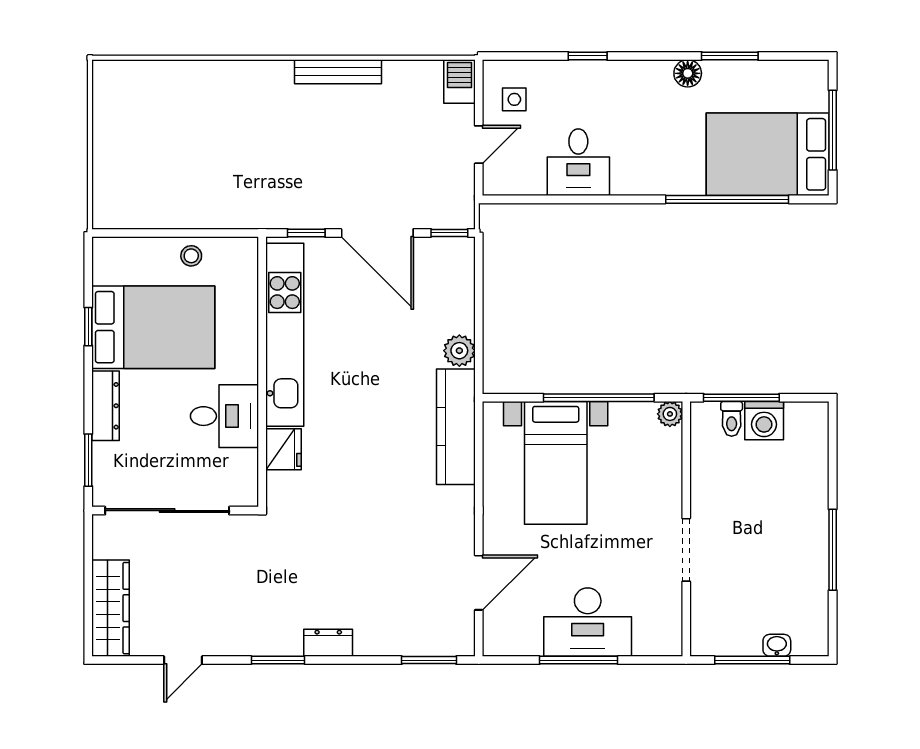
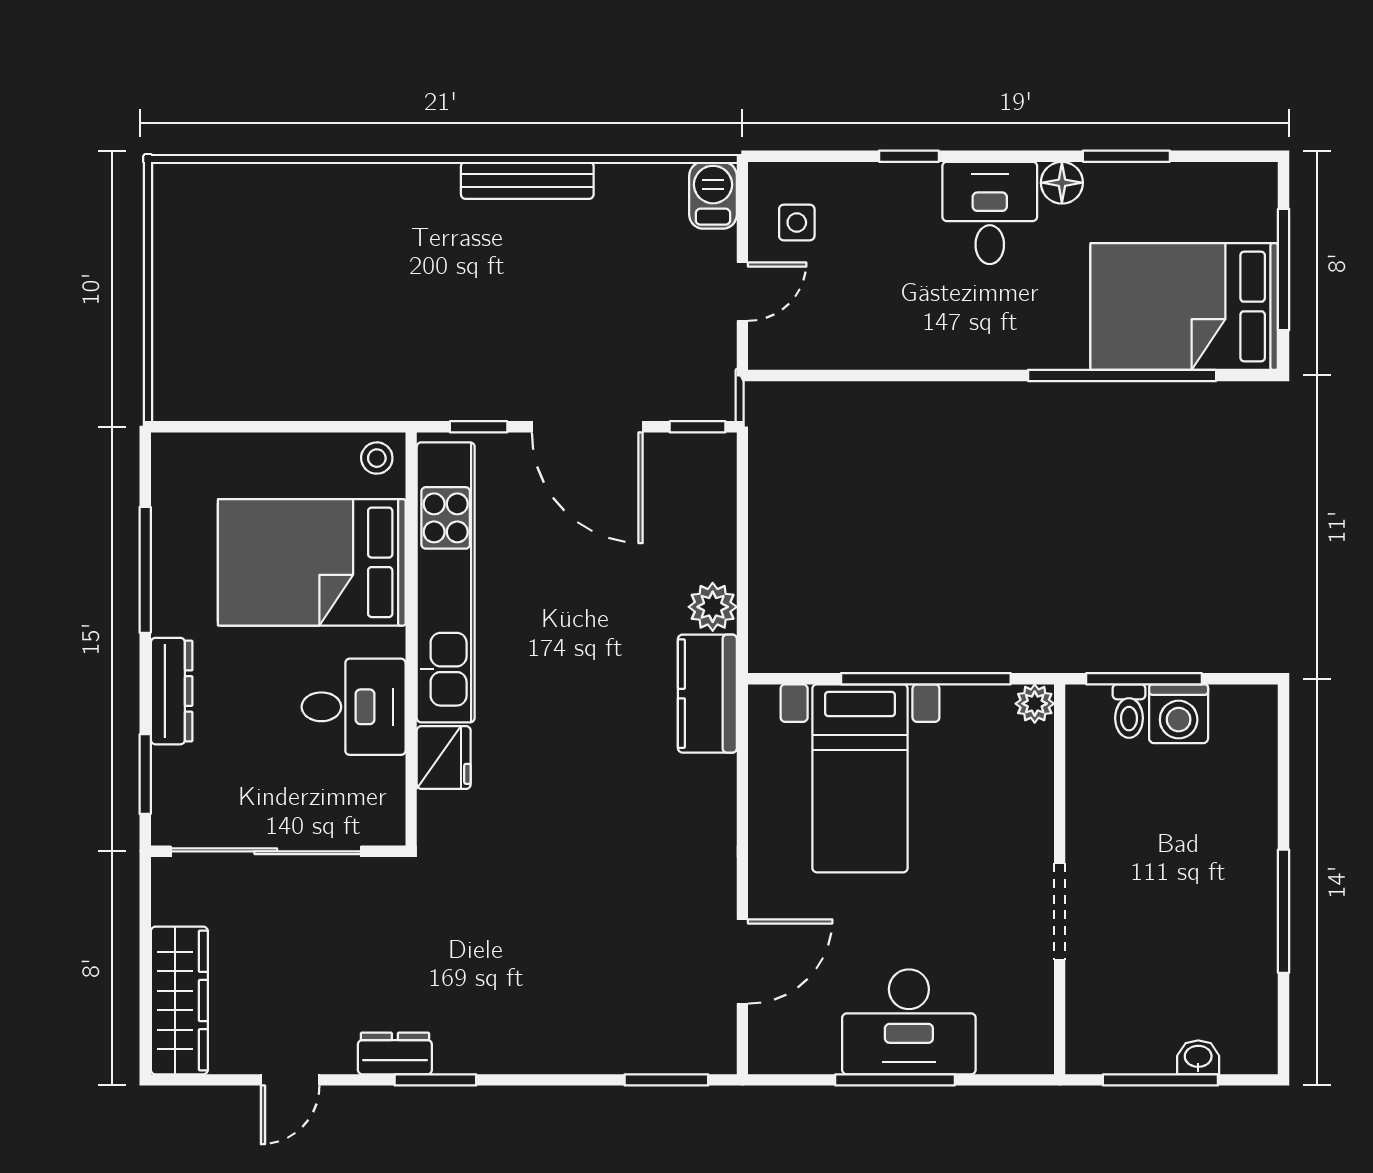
desk: (578, 162) -> (990, 213), moved, turned 180
stool: (191, 256) -> (377, 458), moved
window: (88, 327) -> (145, 570), width x2.17
bed: (153, 327) -> (312, 562), moved, turned 180
kitchen counter: (456, 427) -> (707, 694), width x0.67
dresser: (328, 643) -> (395, 1053), moved

